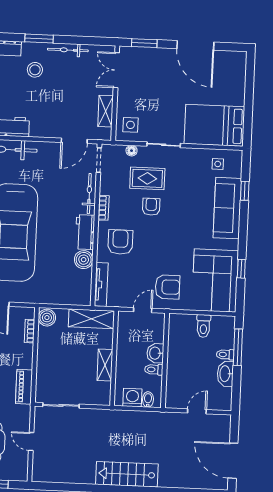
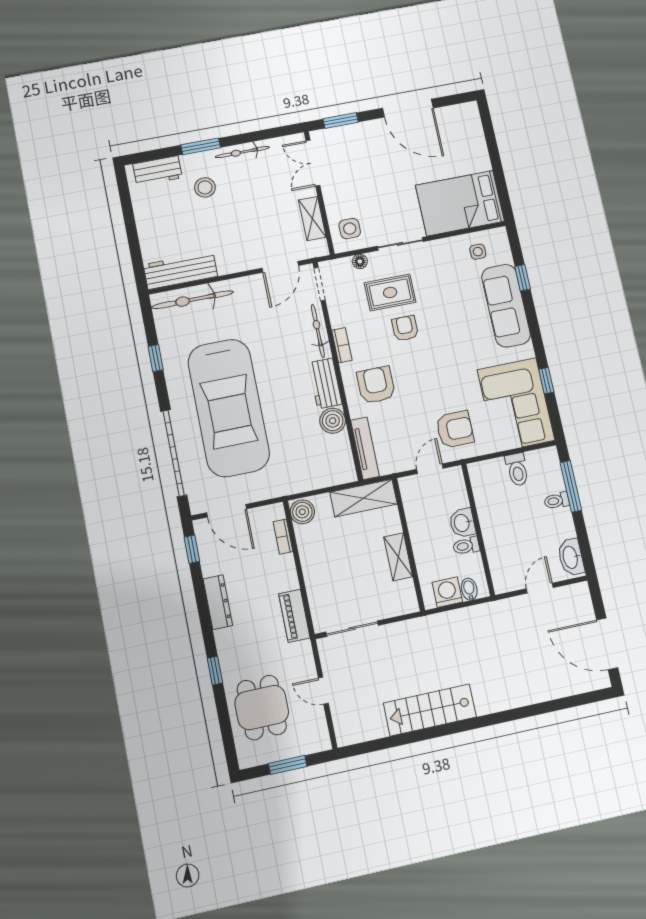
washbasin: (225, 374) -> (571, 557), moved
stairs: (127, 474) -> (430, 710), moved

